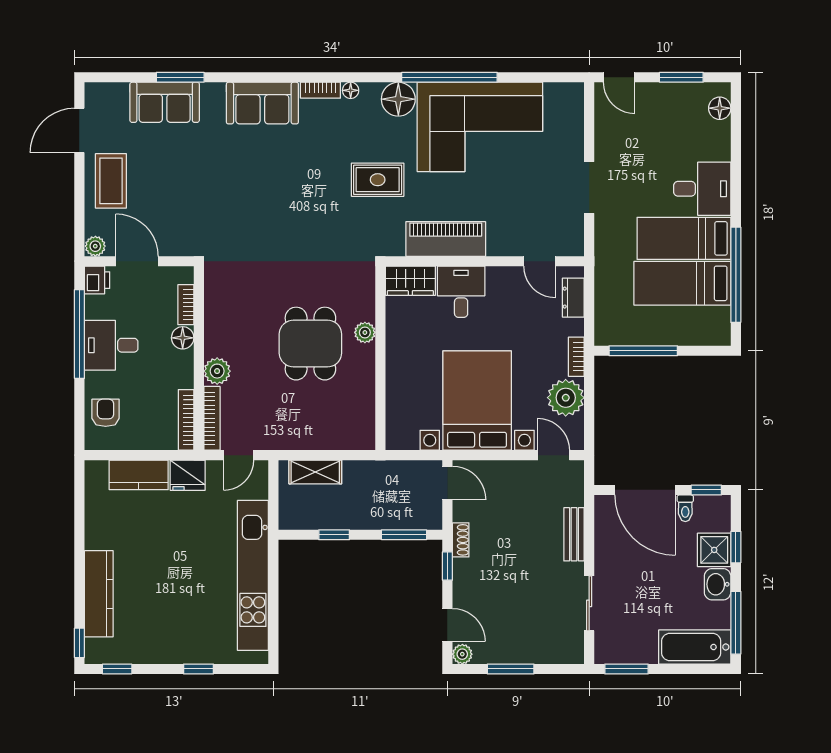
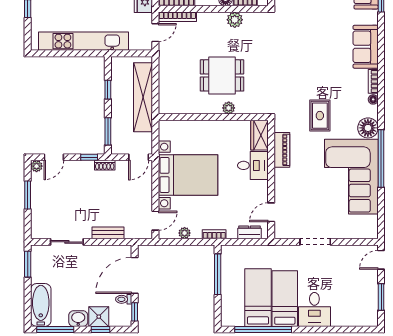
floor lamp: (720, 108) -> (363, 320), removed
piano: (446, 239) -> (282, 150), width x0.73, depth x0.75
plant: (217, 371) -> (235, 20), moved
plant: (566, 398) -> (185, 233), width x0.53, depth x0.53
door: (239, 455) -> (155, 33), swing flipped
shelving: (315, 472) -> (143, 97), width x2.20, depth x1.33

